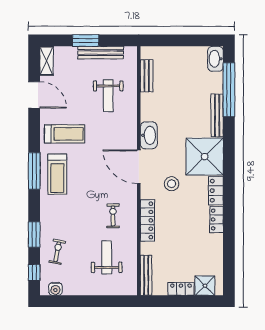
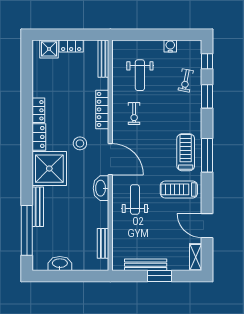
washbasin: (215, 59) -> (60, 264), moved, turned -90
weight bench: (108, 96) -> (135, 199), moved
water cooler: (55, 289) -> (170, 46), moved

